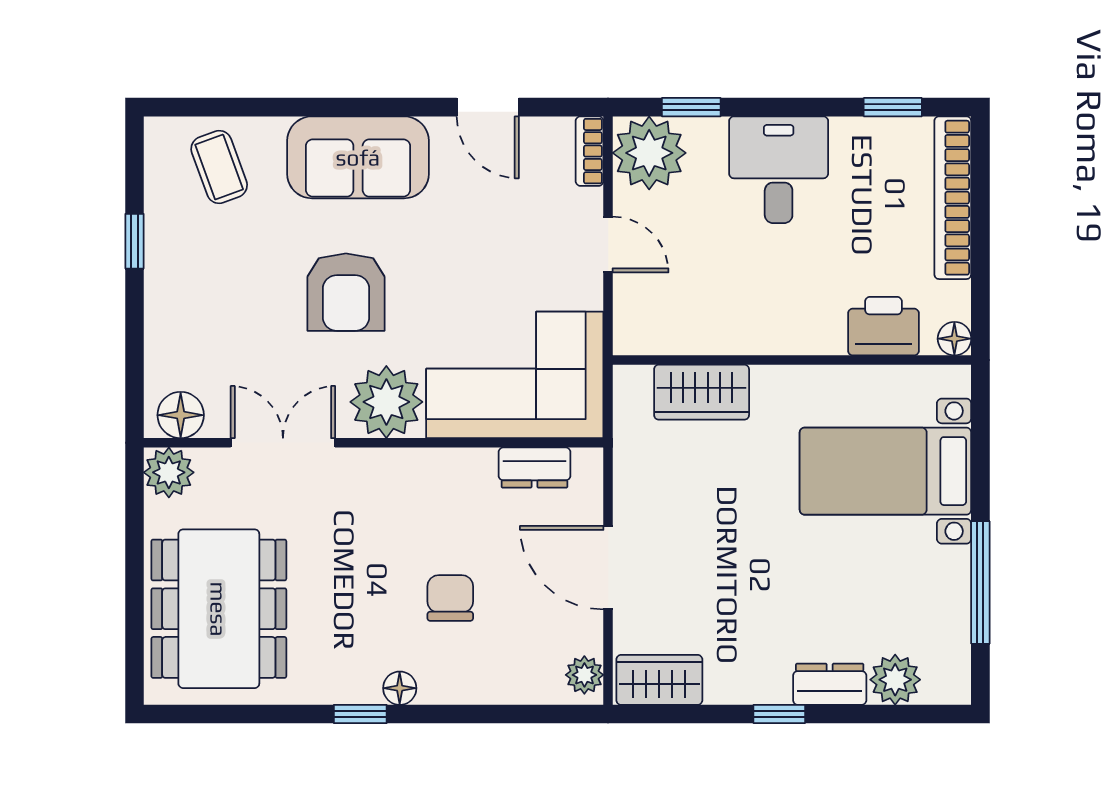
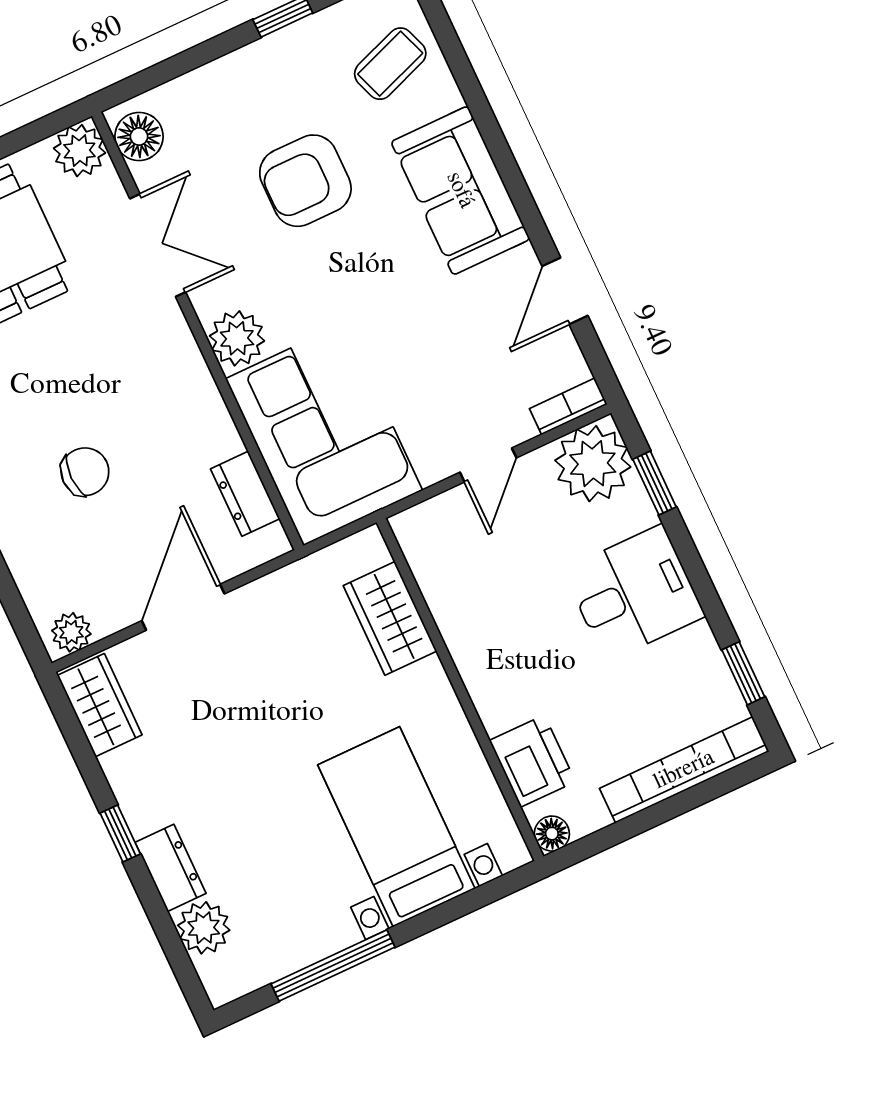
armchair: (346, 292) -> (305, 181), moved
plant: (386, 402) -> (237, 338), width x0.73, depth x0.73

